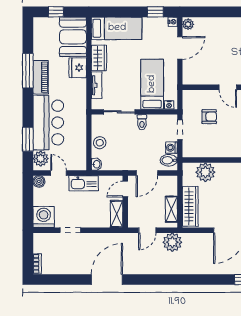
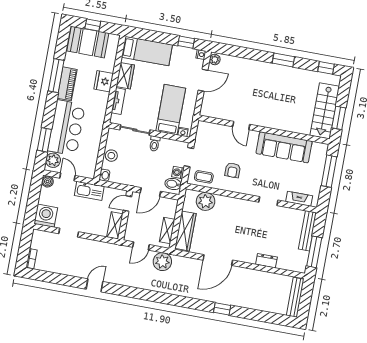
booth: (73, 37) -> (88, 42), moved, turned 90
armchair: (209, 117) -> (233, 170), moved, turned 90
coffee table: (199, 147) -> (204, 177), added
door: (107, 280) -> (94, 285), width x0.53

